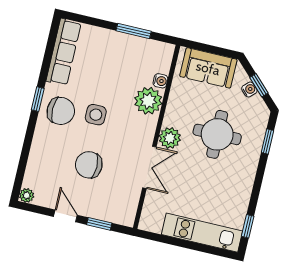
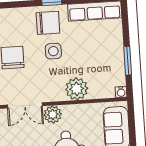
water cooler: (160, 81) -> (121, 92), moved
chair: (61, 111) -> (48, 23), turned -90

